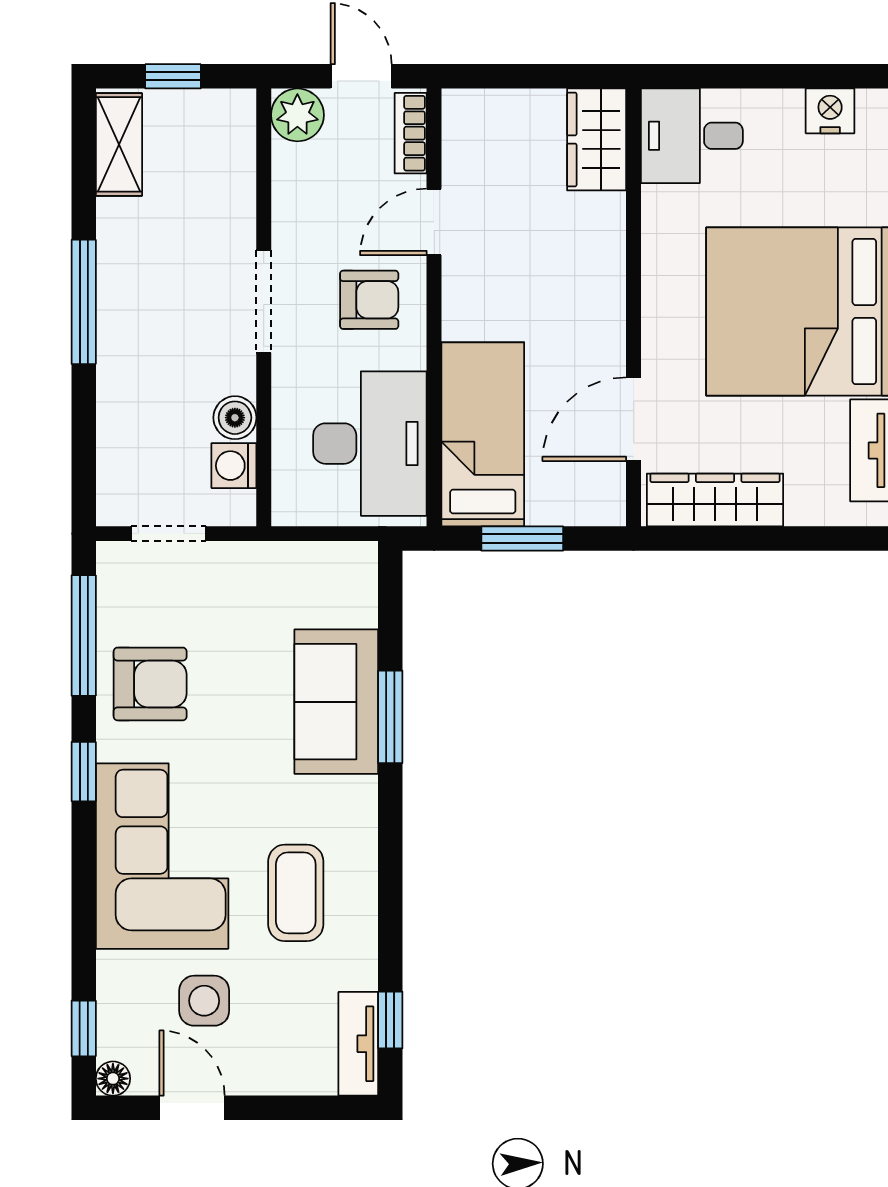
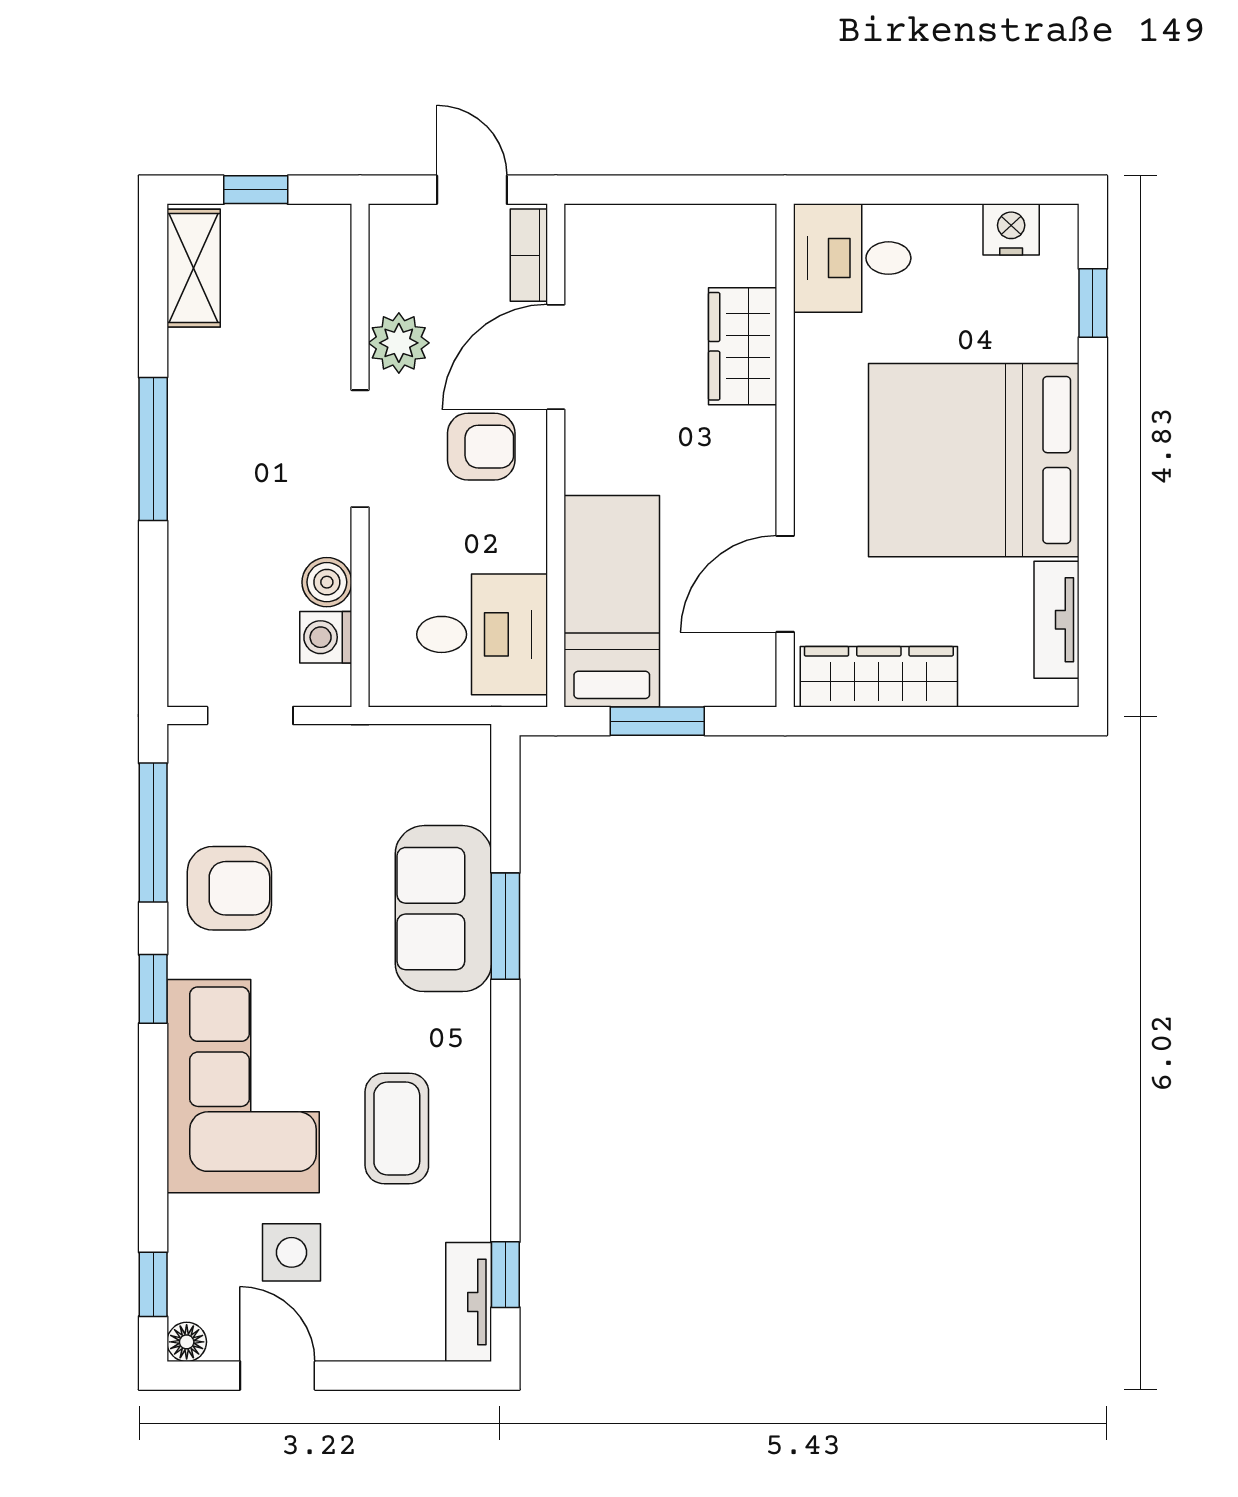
plant: (297, 115) -> (399, 343), moved
wardrobe: (597, 139) -> (743, 346), moved
door: (434, 222) -> (556, 357), width x1.38
desk: (370, 444) -> (482, 634), width x0.73

